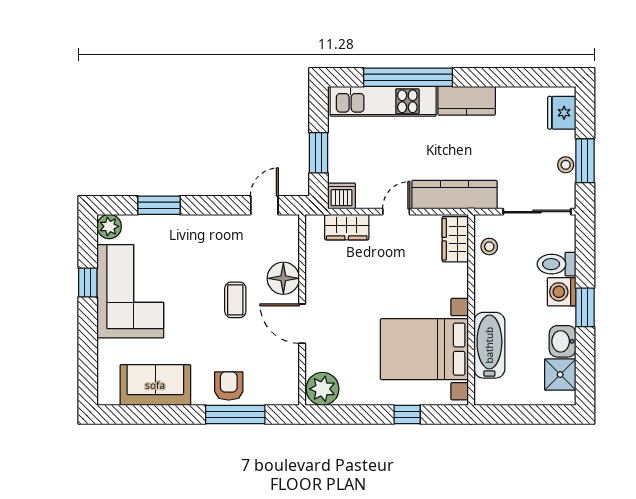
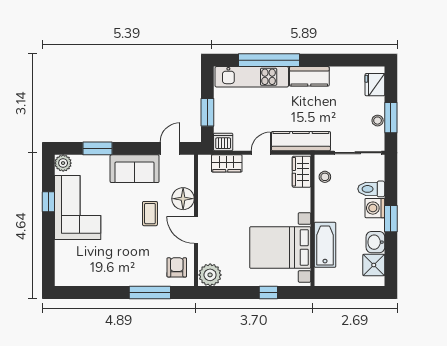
sofa: (155, 385) -> (135, 169), moved, turned 180
armchair: (229, 386) -> (177, 267), moved

